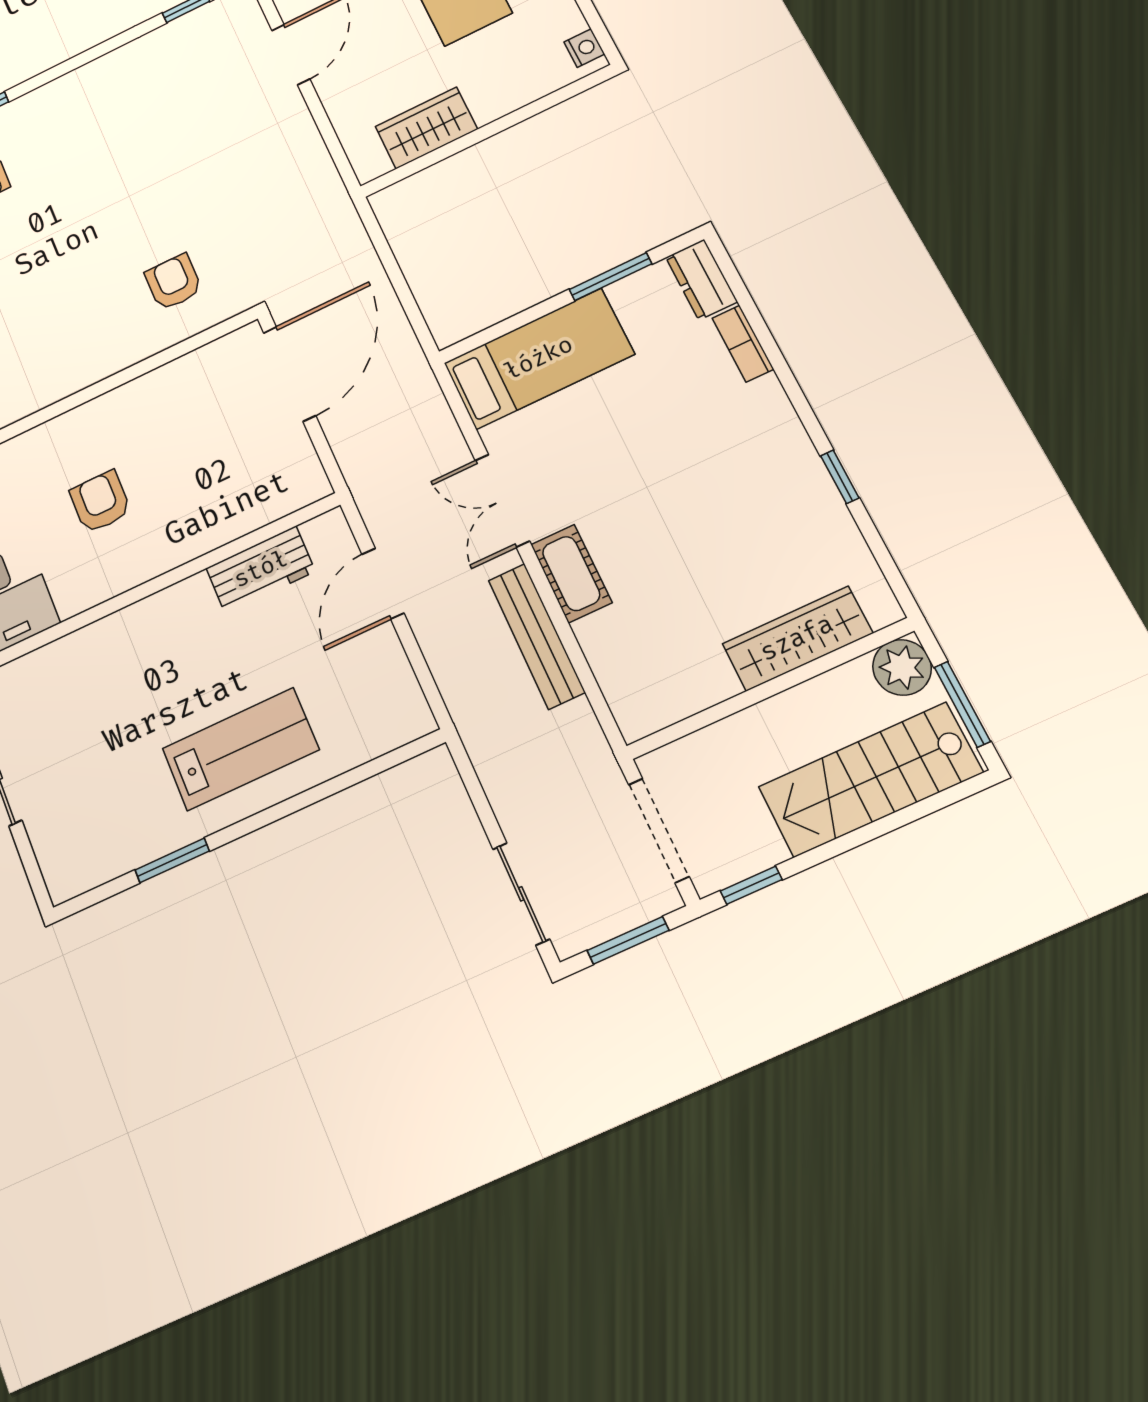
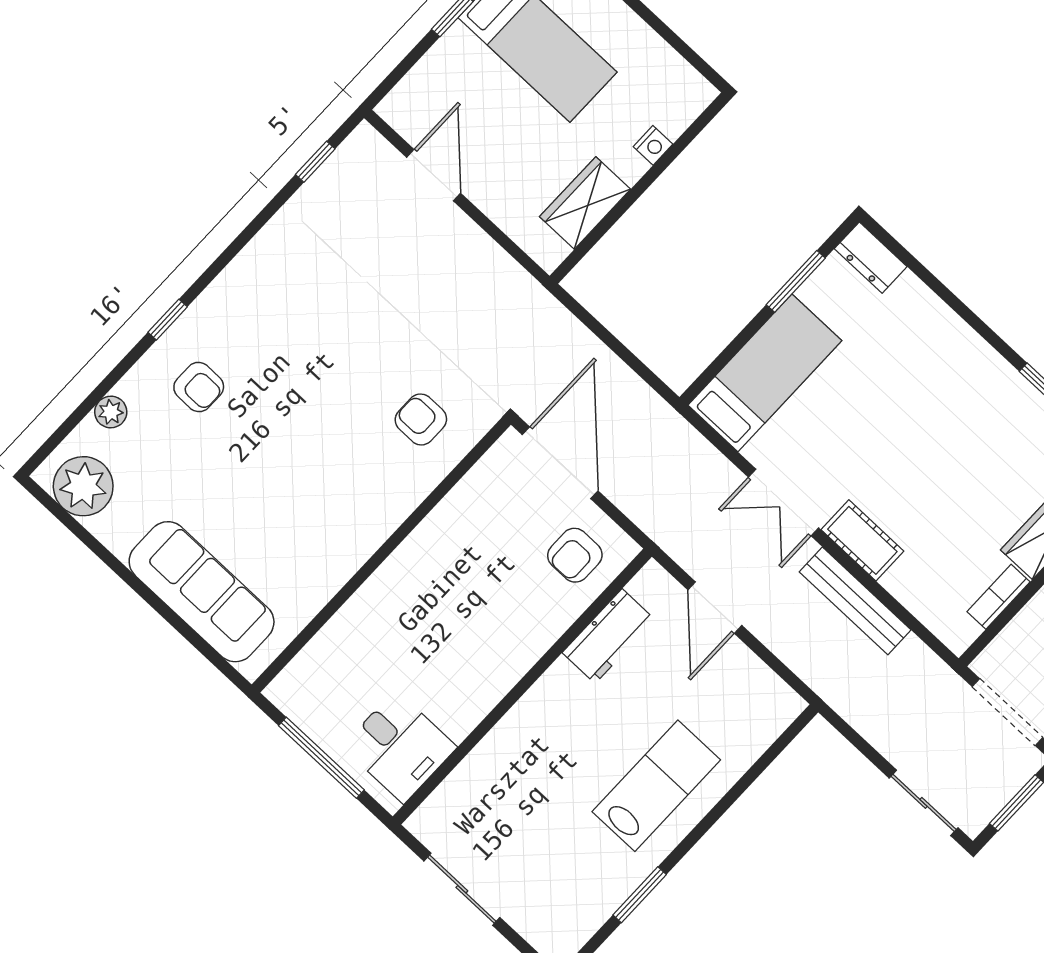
nightstand: (584, 48) -> (653, 145), moved, turned 90
bookcase: (743, 344) -> (998, 597), moved, turned 90
armchair: (100, 502) -> (575, 555), moved, turned -90

